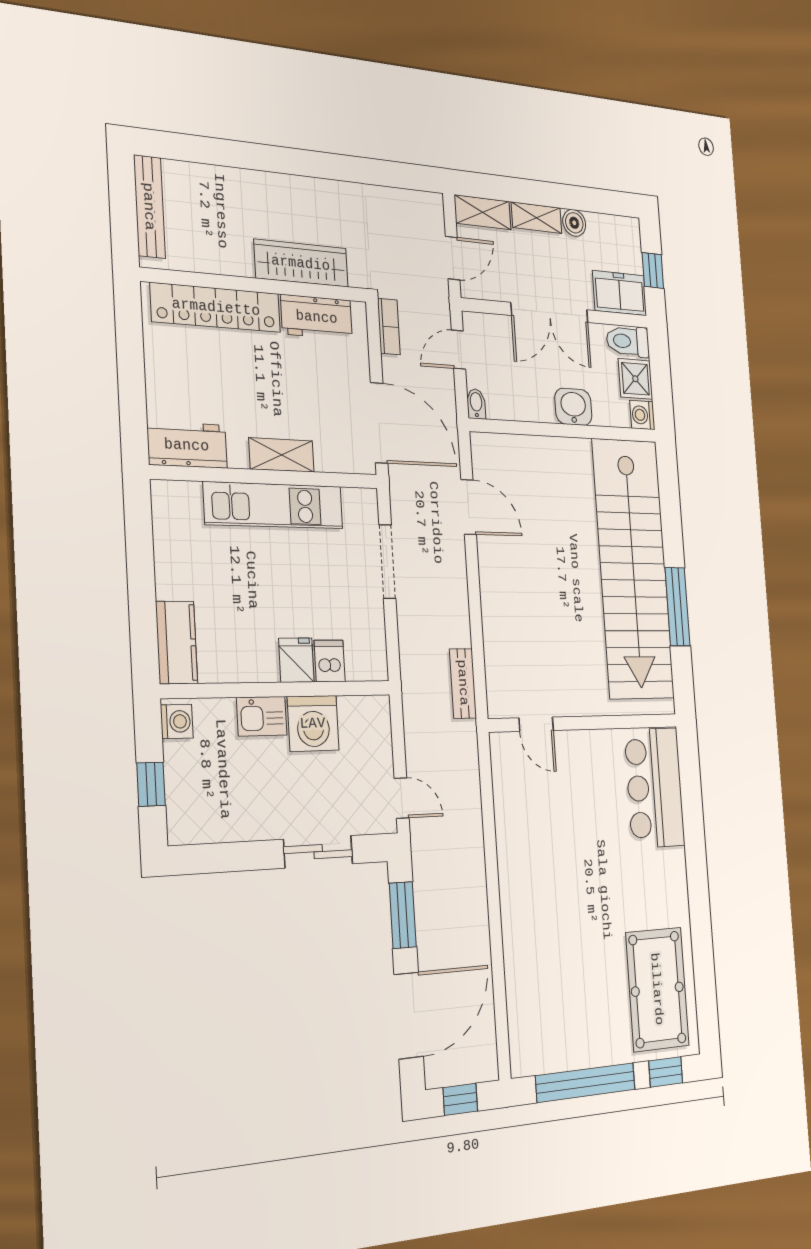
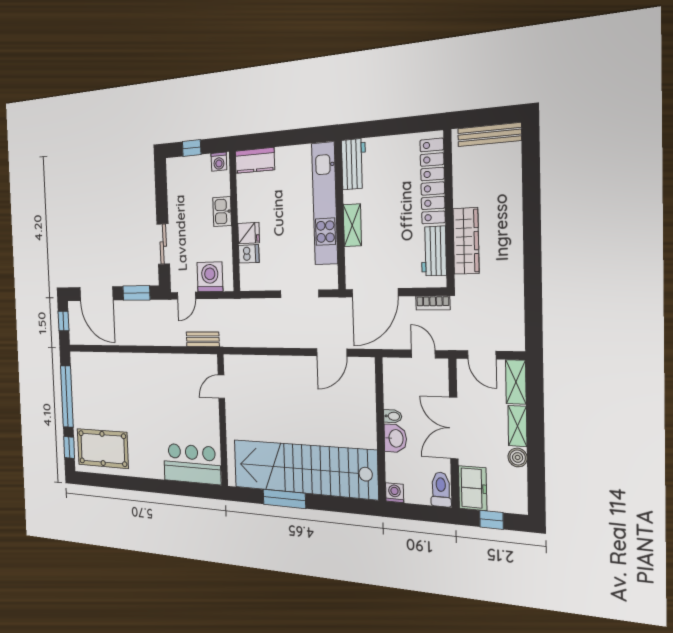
shower: (635, 379) -> (417, 491), removed
bidet: (476, 404) -> (393, 416), moved
kitchen unit: (274, 505) -> (325, 204), width x1.36
bench: (463, 683) -> (203, 339), moved
washing machine: (313, 723) -> (210, 277), moved, turned 90

